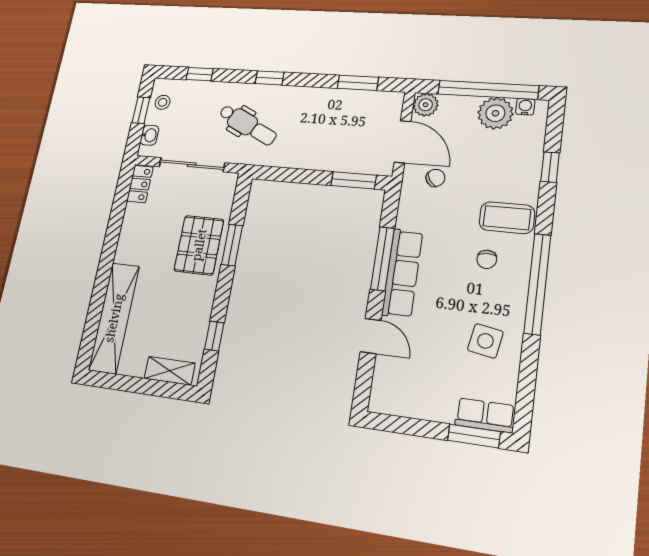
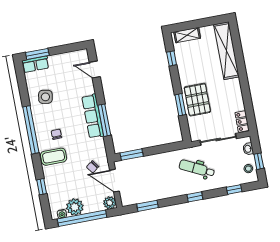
door: (371, 336) -> (95, 69), moved

